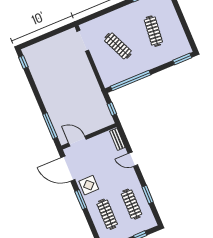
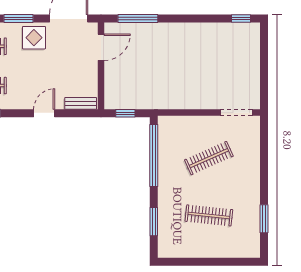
window: (182, 59) -> (154, 222), moved

